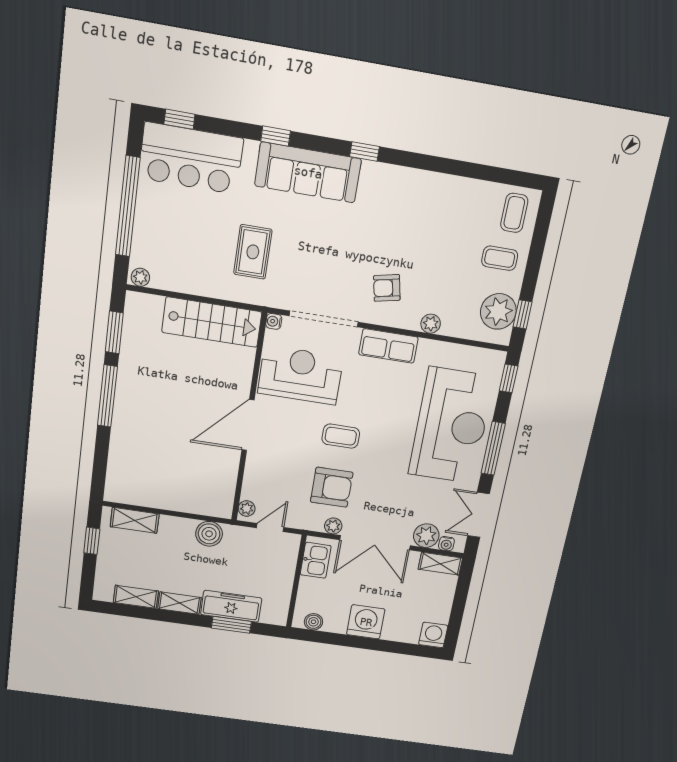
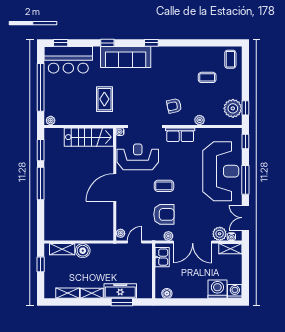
coffee table: (500, 258) -> (207, 77), moved
boiler: (209, 534) -> (83, 251), moved
washing machine: (366, 622) -> (217, 289), moved

